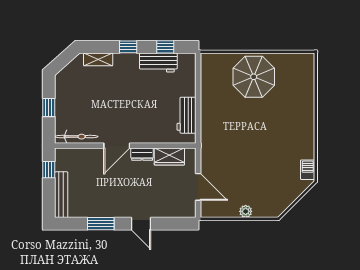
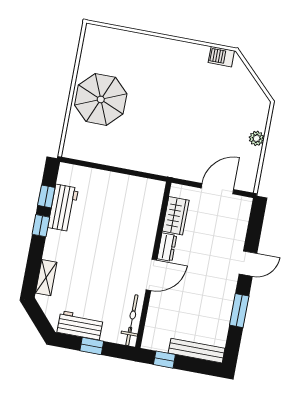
window: (128, 47) -> (41, 226), moved
workbench: (187, 115) -> (80, 325), moved, turned 180
door: (117, 146) -> (151, 275), hinge flipped

